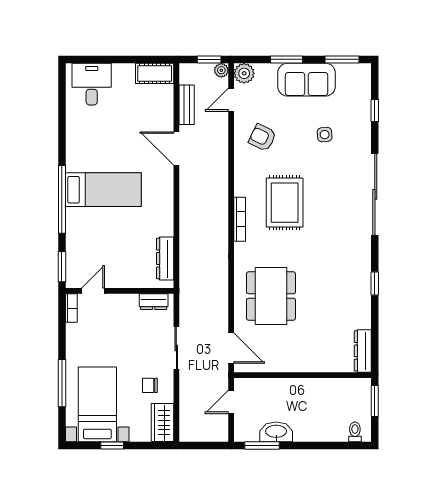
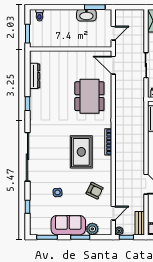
plant: (244, 73) -> (92, 229), moved
bench: (187, 105) -> (140, 223), moved
dresser: (363, 351) -> (35, 76), moved

